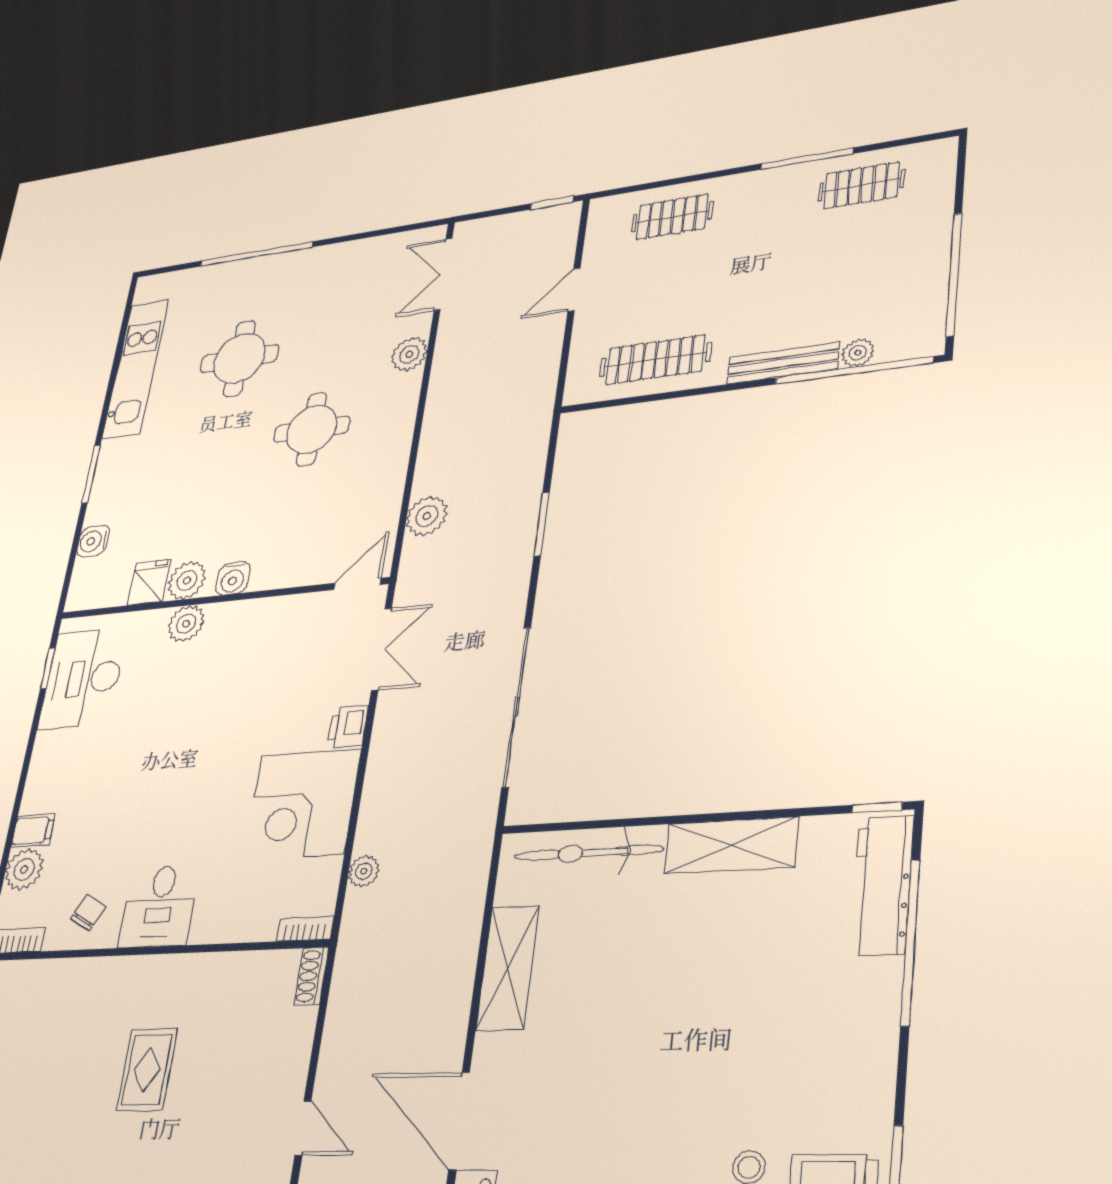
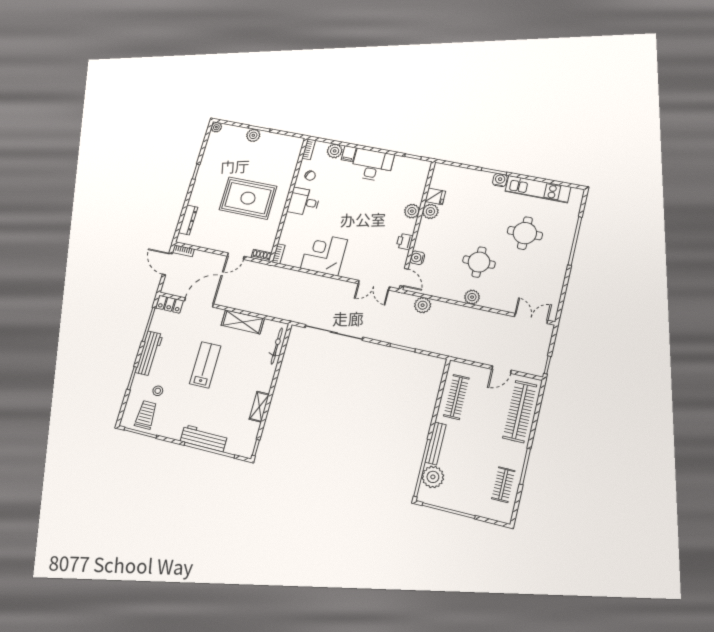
clothes rail: (672, 217) -> (520, 411), width x1.86, depth x1.31
door: (574, 290) -> (501, 370), swing flipped
plant: (858, 353) -> (433, 477), width x1.87, depth x1.87
plant: (409, 354) -> (472, 297), moved
water cooler: (93, 541) -> (500, 180), moved
water cooler: (233, 578) -> (417, 258), moved
desk: (83, 678) -> (372, 165), moved
printer: (348, 727) -> (405, 242), moved, turned -90
shelving: (731, 845) -> (259, 407), width x0.67, depth x0.75
bicycle: (588, 853) -> (277, 346), width x0.73, depth x0.71
plant: (364, 871) -> (292, 275), removed
workbench: (882, 885) -> (204, 438), moved
lab bench: (648, 1040) -> (205, 365), added
rug: (147, 1070) -> (248, 198), width x1.86, depth x2.06
door: (303, 1128) -> (236, 256), moved

